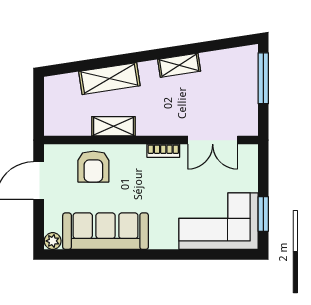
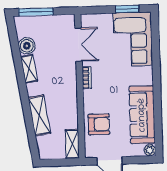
boiler: (213, 63) -> (27, 46), added
shelving: (113, 126) -> (72, 144), moved

